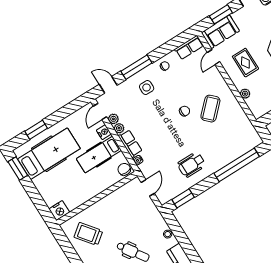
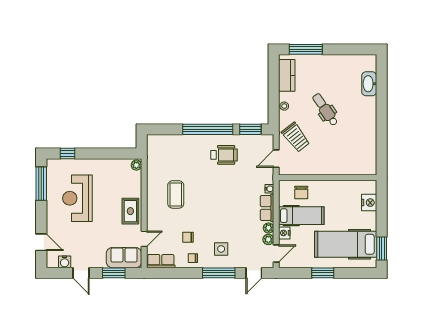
rug: (245, 63) -> (130, 211), moved
door: (108, 85) -> (254, 273), hinge flipped
plant: (245, 94) -> (136, 165), moved
coffee table: (210, 109) -> (176, 194), turned -45
chair: (185, 111) -> (188, 237), moved
window: (36, 130) -> (323, 273), moved
window: (237, 165) -> (208, 129), moved
chair: (124, 169) -> (301, 193), moved
nightstand: (59, 211) -> (369, 203), moved, turned 90
trolley: (88, 234) -> (296, 137), moved

